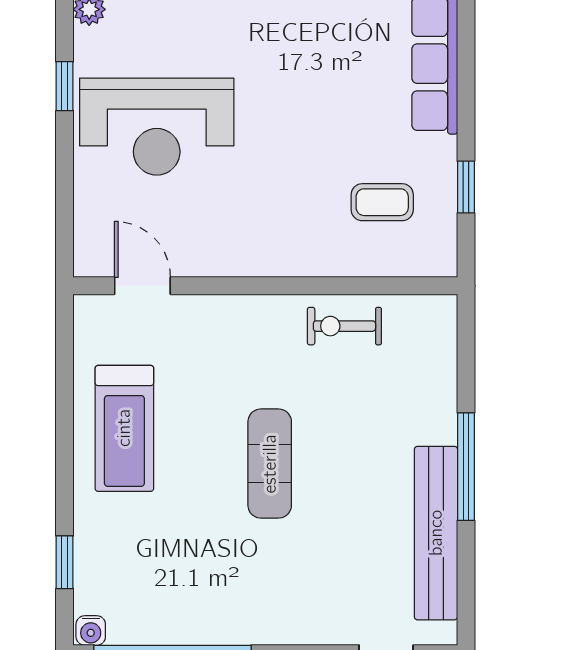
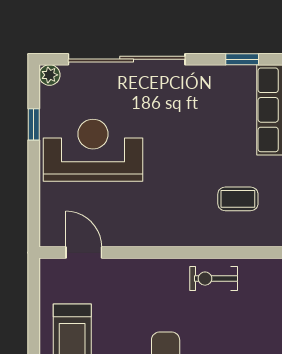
reception desk: (157, 127) -> (93, 150), turned 180

